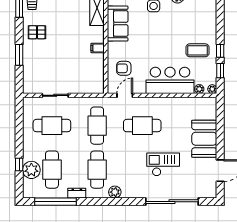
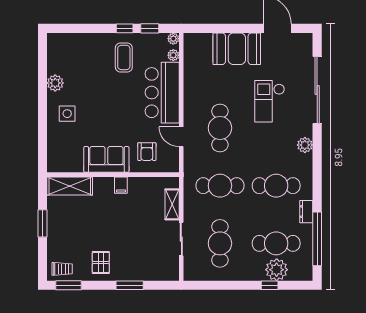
sofa: (118, 24) -> (106, 159), moved
shelving: (82, 88) -> (172, 204), added
door: (125, 95) -> (181, 137), moved
plant: (115, 192) -> (305, 145), moved

